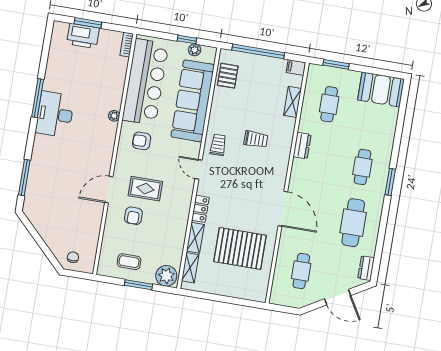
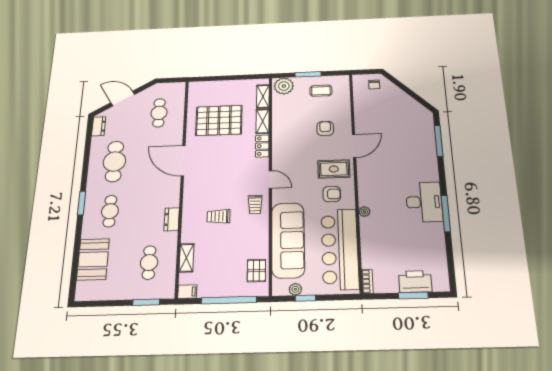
booth: (381, 89) -> (93, 259), moved, turned 90
rug: (145, 189) -> (334, 169), moved

